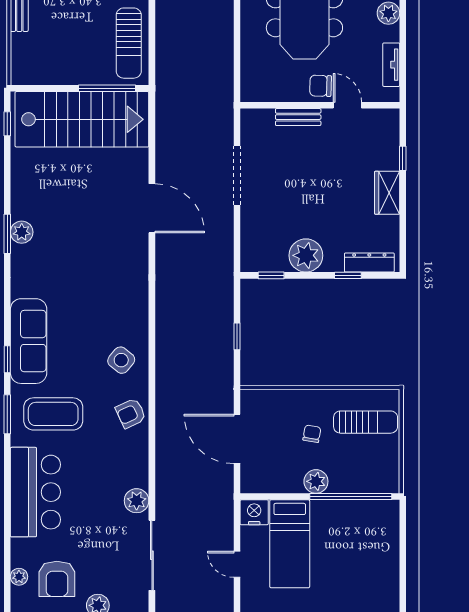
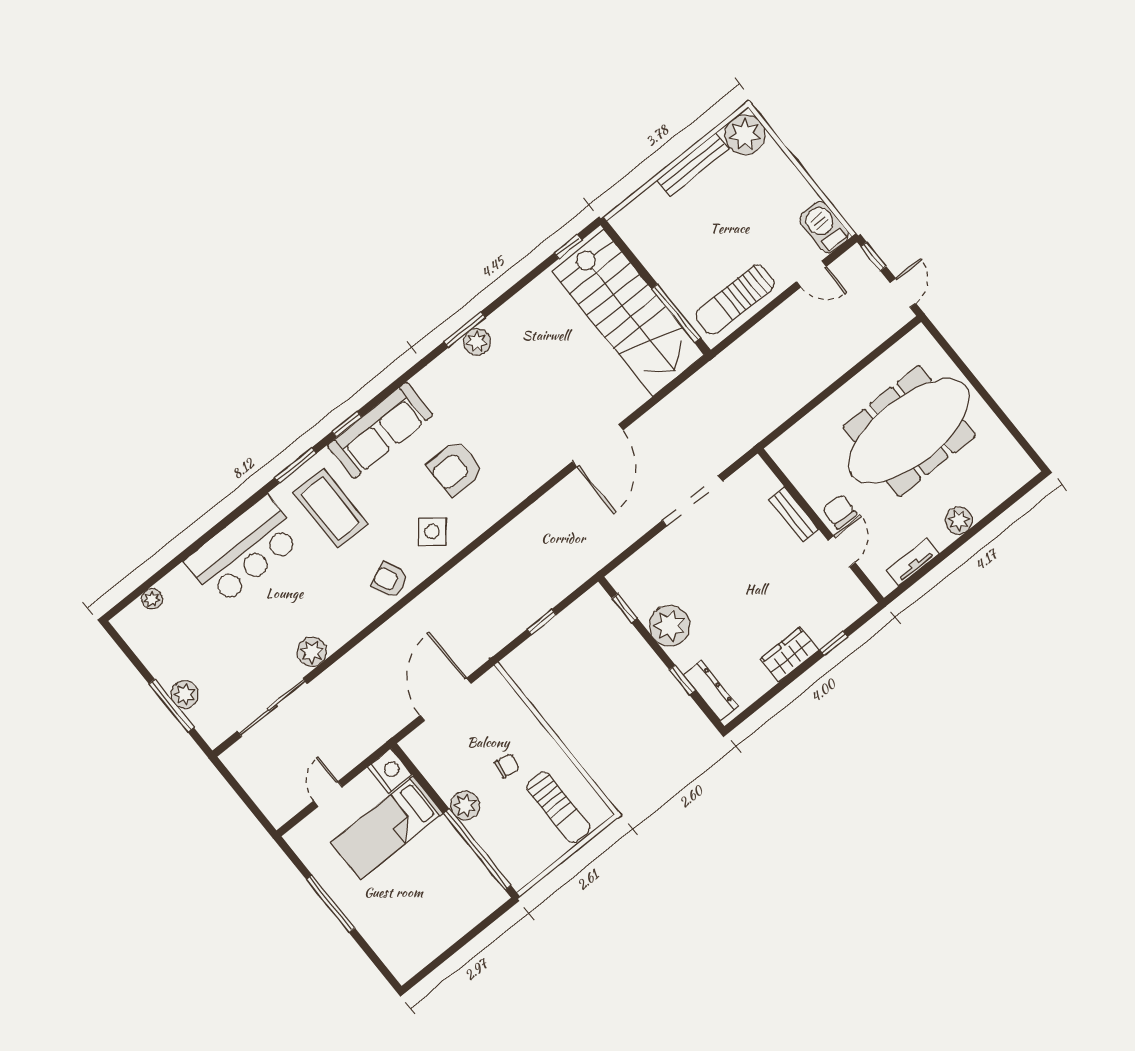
armchair: (57, 579) -> (455, 468), moved

